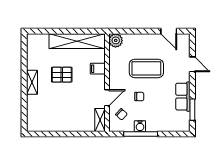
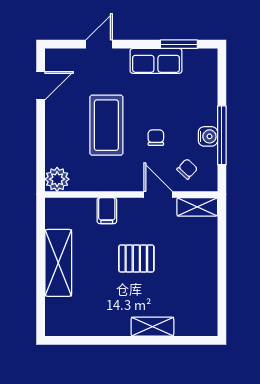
shelving: (77, 41) -> (58, 263), width x0.68
pallet: (62, 75) -> (136, 258), moved, turned 90
shelving: (32, 82) -> (152, 327), moved

